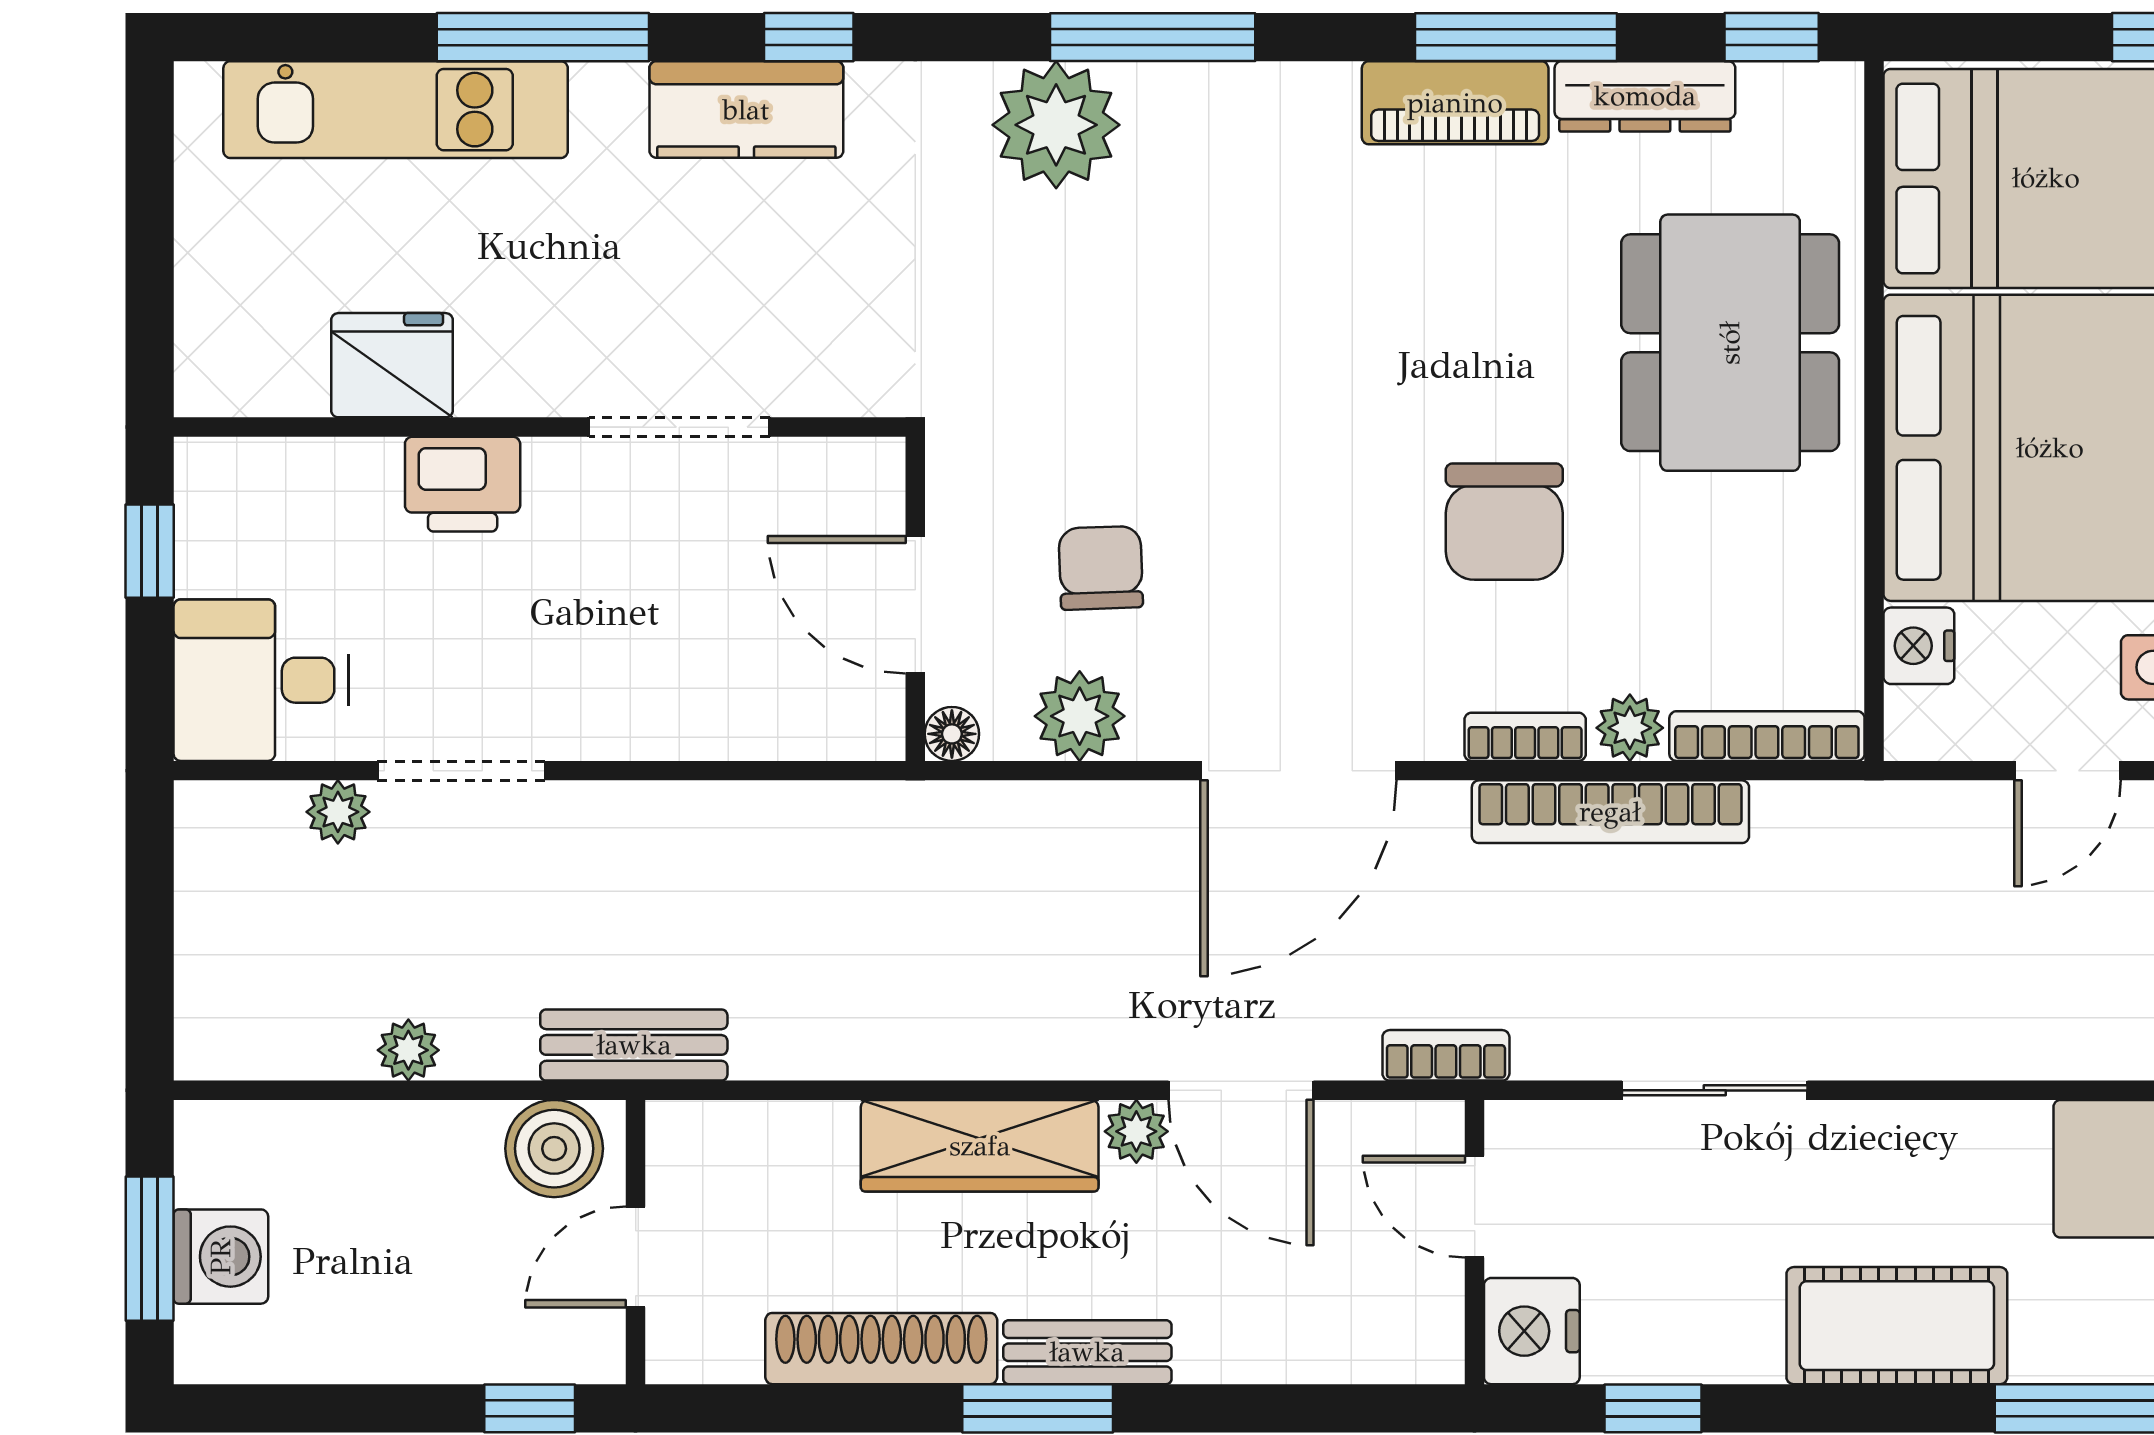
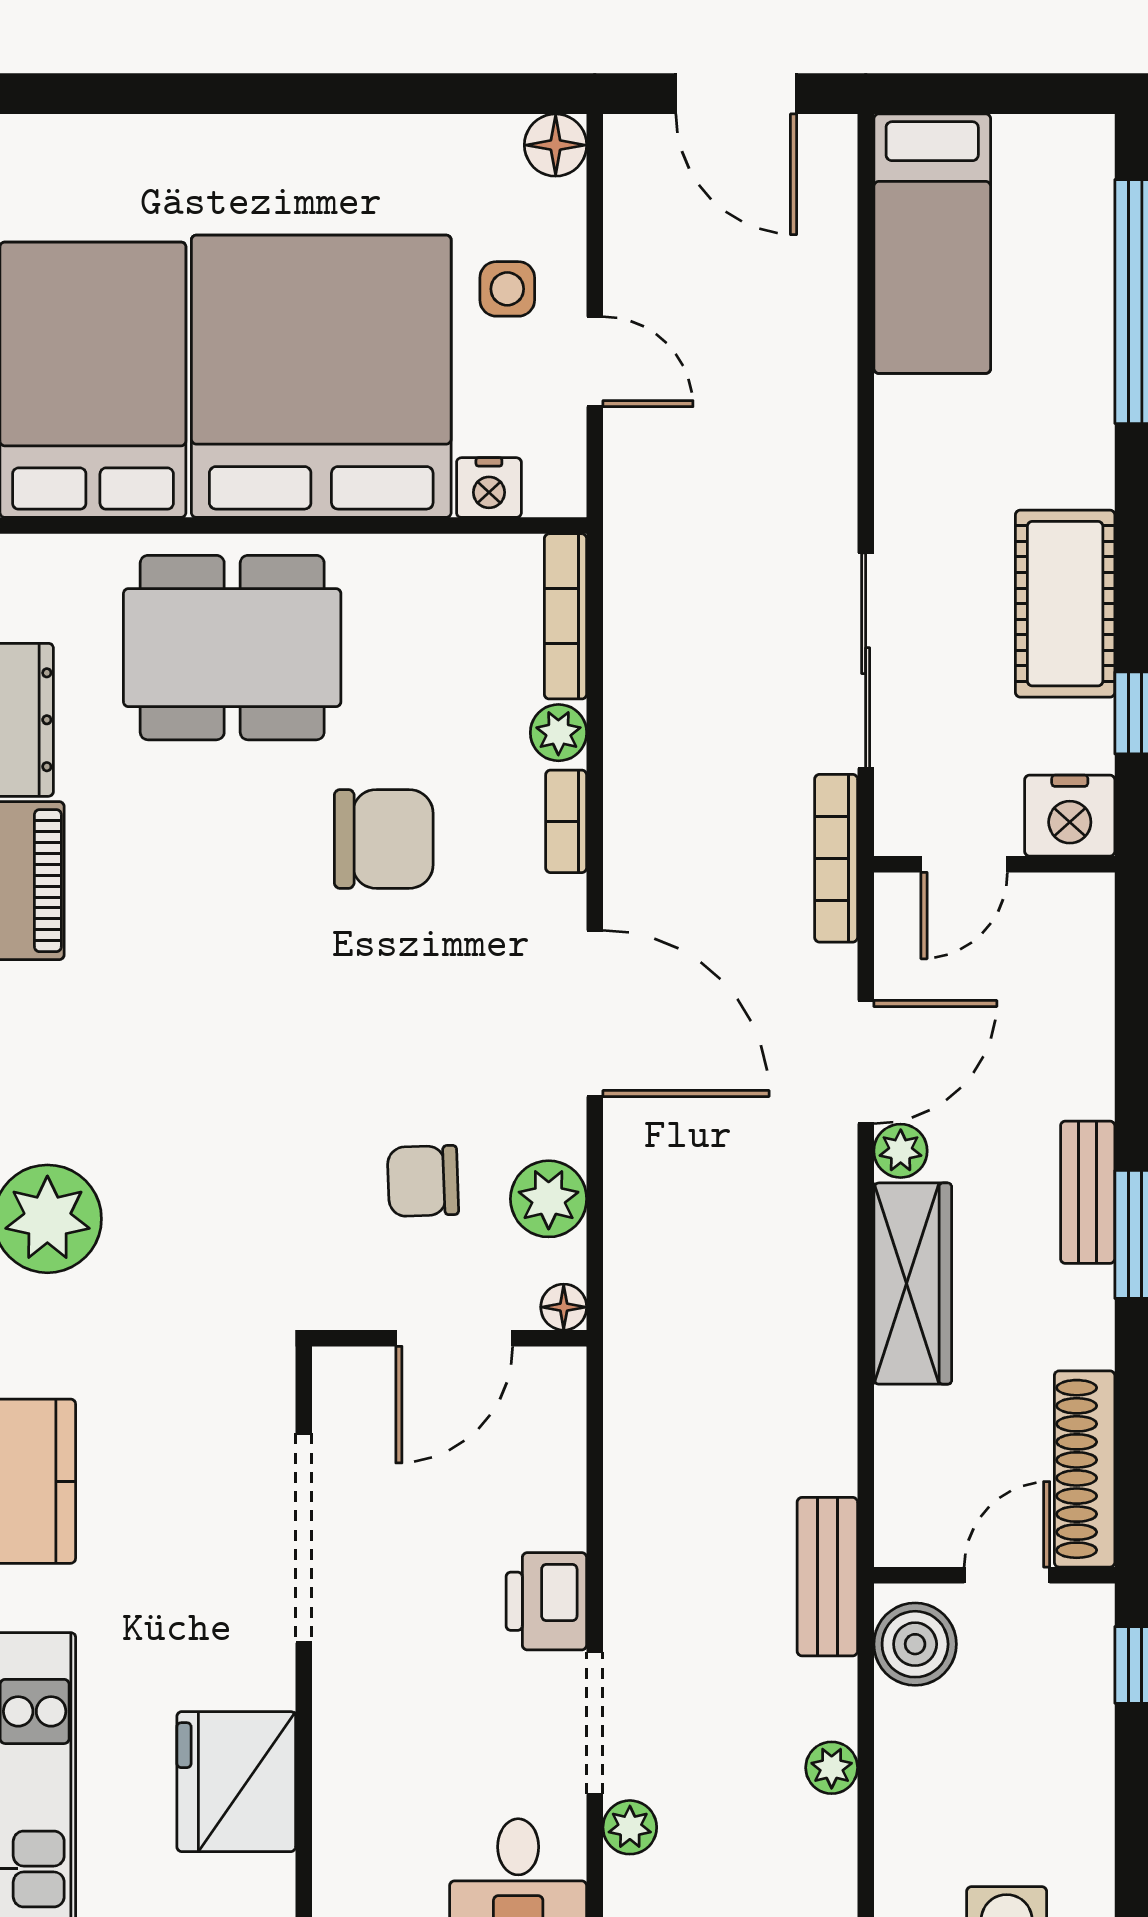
fridge: (392, 365) -> (236, 1782), width x1.36, depth x1.34
doorway: (679, 427) -> (304, 1538), width x1.36
printer: (463, 484) -> (546, 1601), moved, turned 180
bookcase: (1610, 812) -> (630, 749), removed
bookcase: (1446, 1055) -> (836, 858), width x1.56
sliding door: (1715, 1090) -> (866, 661), width x1.37
door: (636, 1257) -> (1007, 1575), swing flipped
cot: (1897, 1326) -> (1065, 604), moved
shoe rack: (881, 1349) -> (1085, 1469), moved

